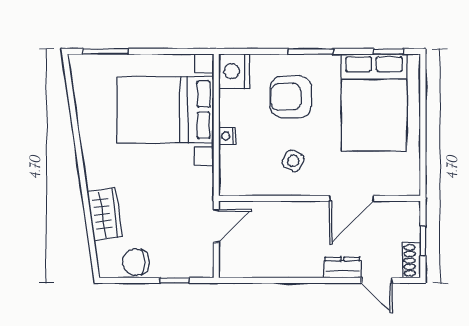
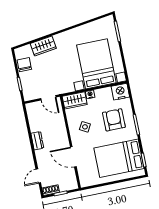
wardrobe: (233, 171) -> (75, 100), added
dresser: (342, 267) -> (37, 141), moved

